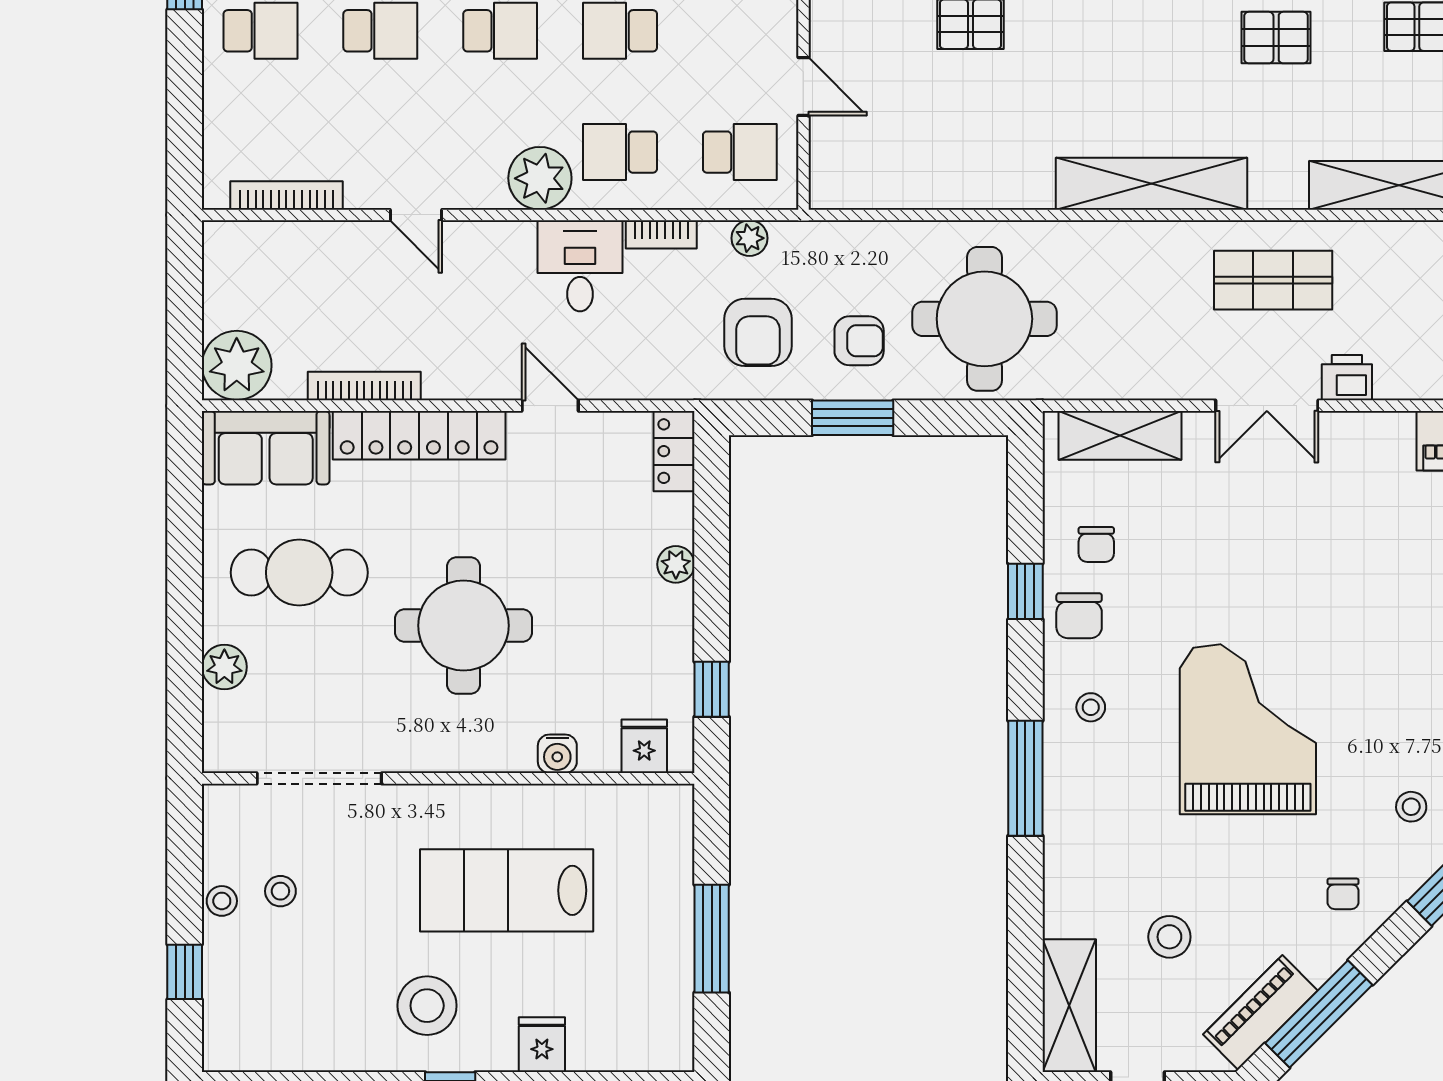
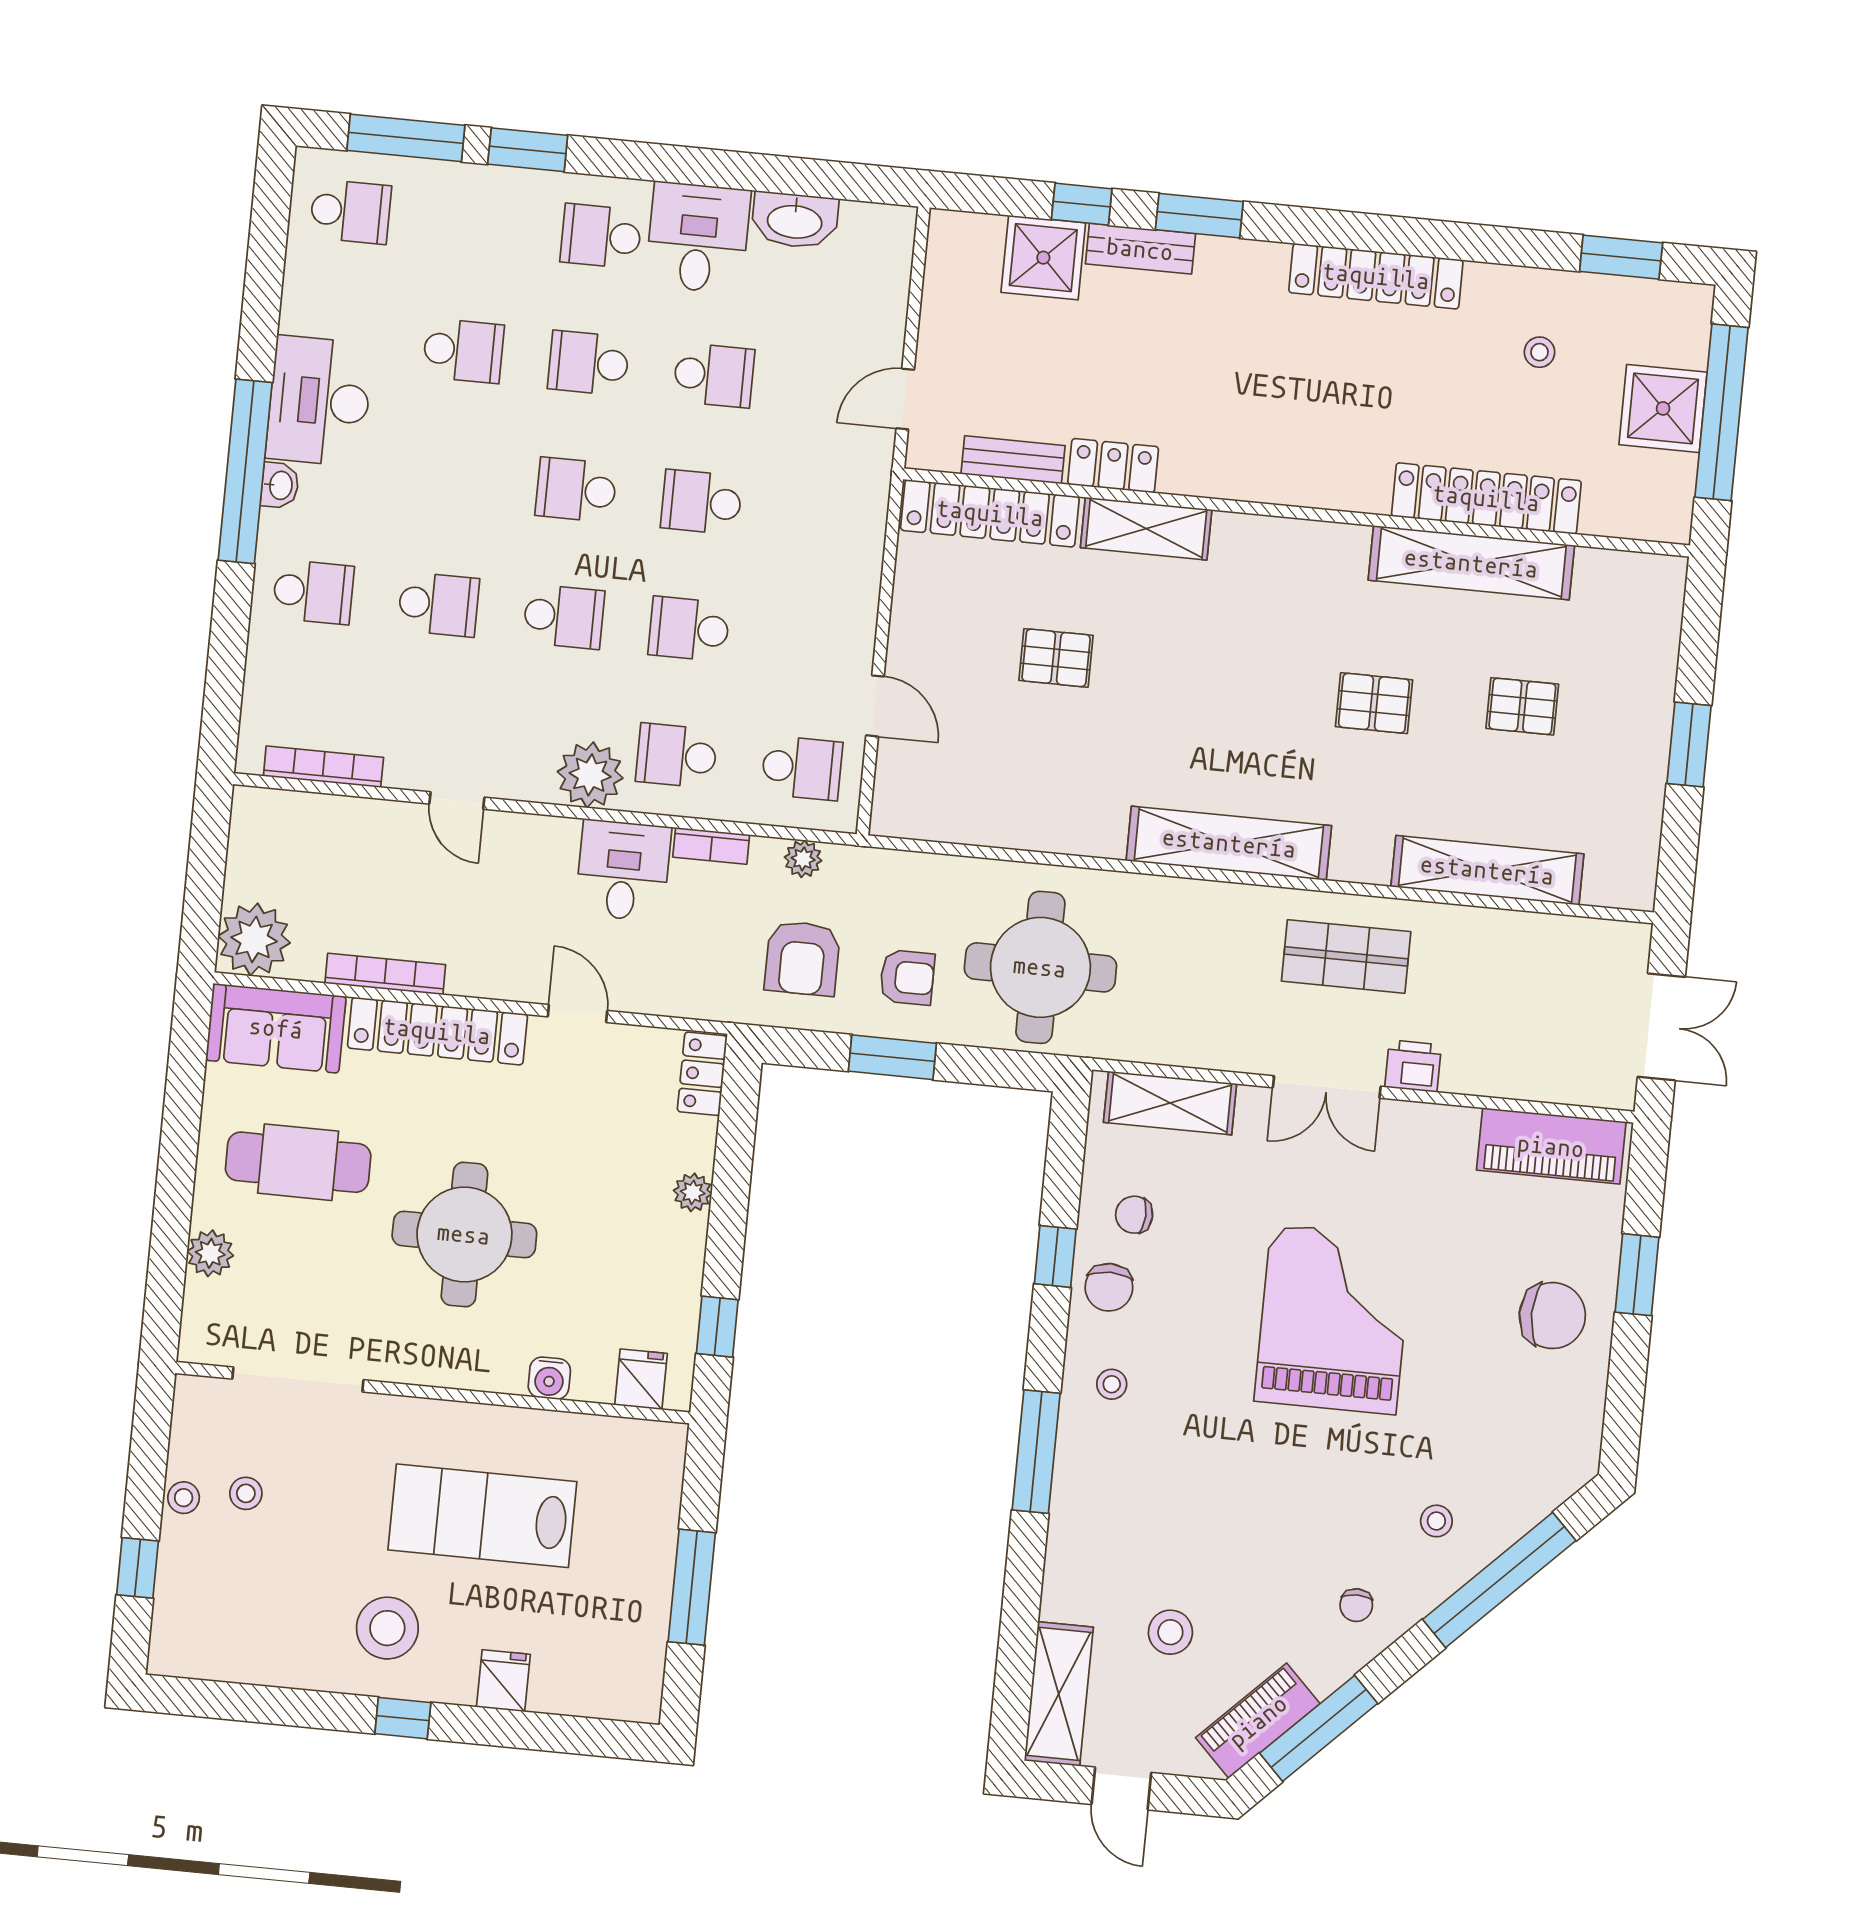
chair: (1096, 544) -> (1134, 1215), turned 92
grand piano: (1248, 729) -> (1333, 1319), moved

